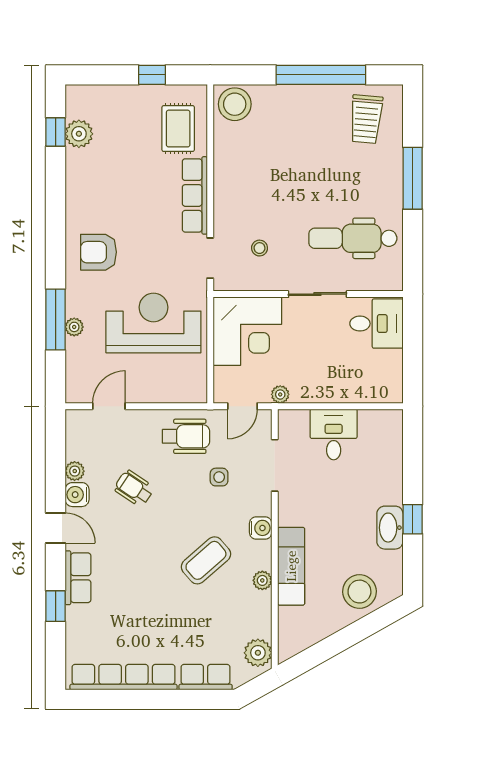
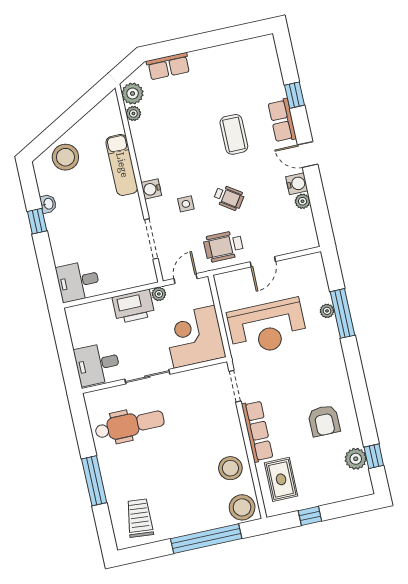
window: (321, 75) -> (206, 539), moved
stool: (260, 248) -> (230, 468), moved, width x1.89, depth x1.89
armchair: (98, 252) -> (324, 421), moved, turned 90
printer: (315, 386) -> (133, 306), added
door: (109, 406) -> (263, 262), moved
desk: (334, 434) -> (78, 281), moved, turned 90
side table: (219, 477) -> (186, 204), moved
wheelchair: (134, 488) -> (229, 198), moved
washbasin: (390, 528) -> (48, 204), width x0.52, depth x0.69
coffee table: (206, 560) -> (234, 134), moved, turned -49
plant: (262, 580) -> (133, 113), moved
row of seats: (124, 677) -> (231, 52), removed

